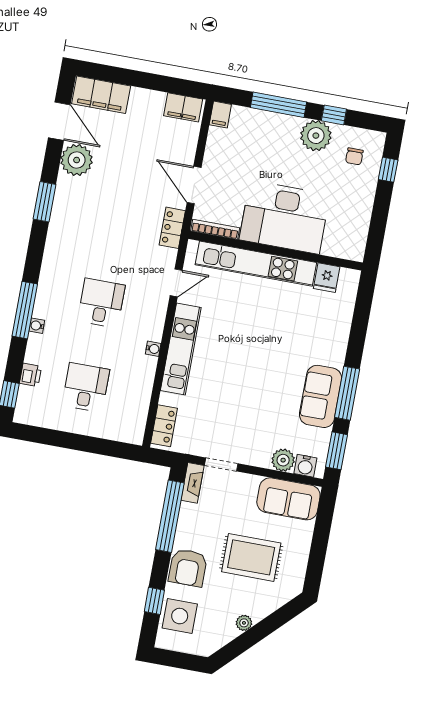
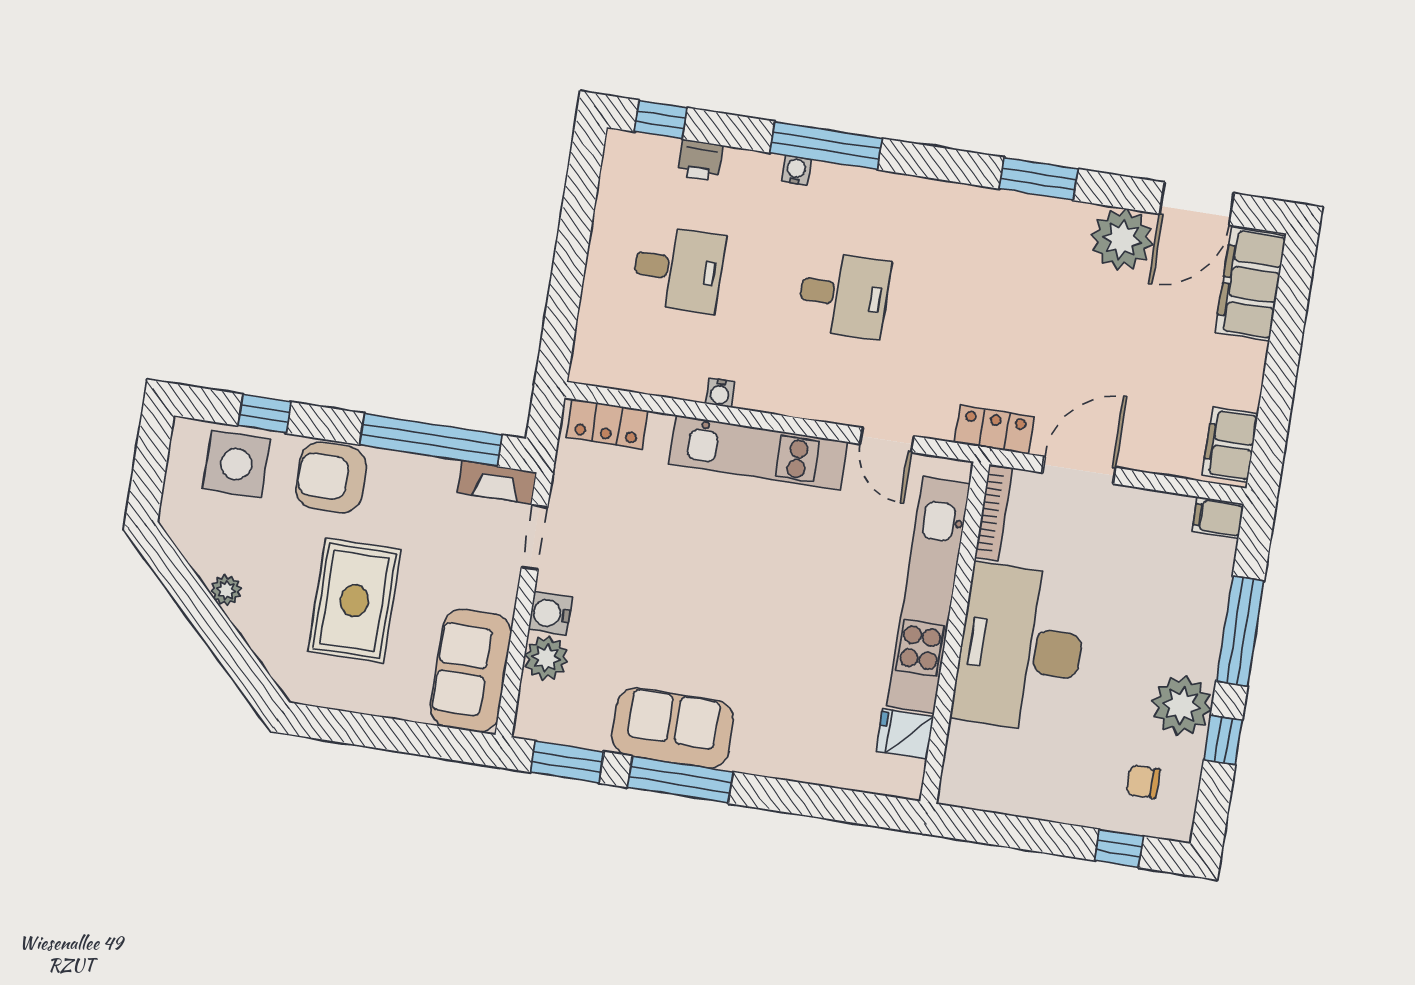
water cooler: (153, 349) -> (720, 393), moved
water cooler: (305, 466) -> (550, 613), moved

